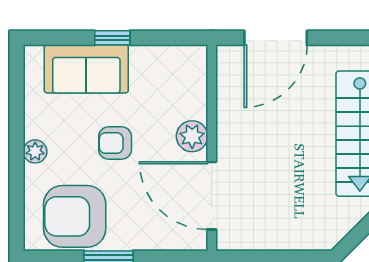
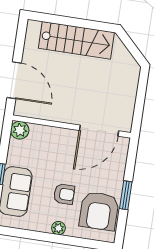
plant: (192, 136) -> (20, 130), moved
armchair: (115, 143) -> (64, 194), moved, turned -90

